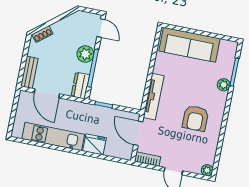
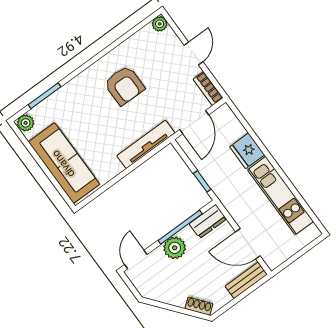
plant: (224, 85) -> (26, 123), moved
door: (47, 93) -> (248, 244), swing flipped
armchair: (195, 118) -> (124, 85), turned 90

